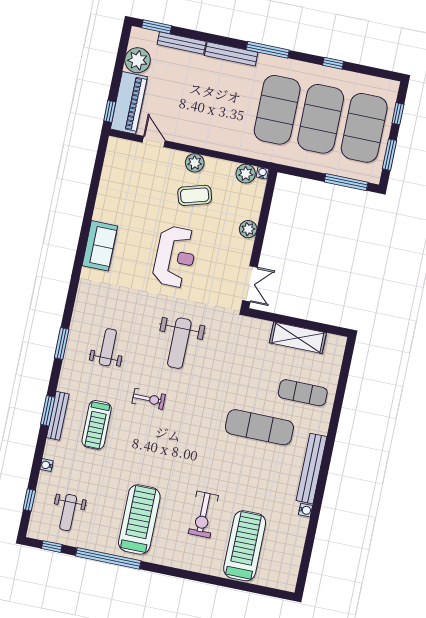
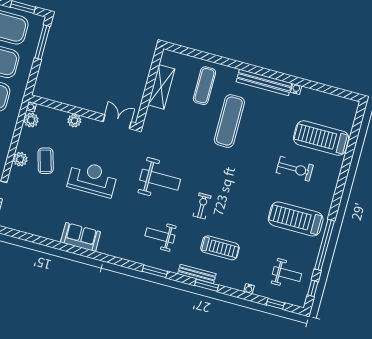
bench: (58, 416) -> (197, 274), moved

